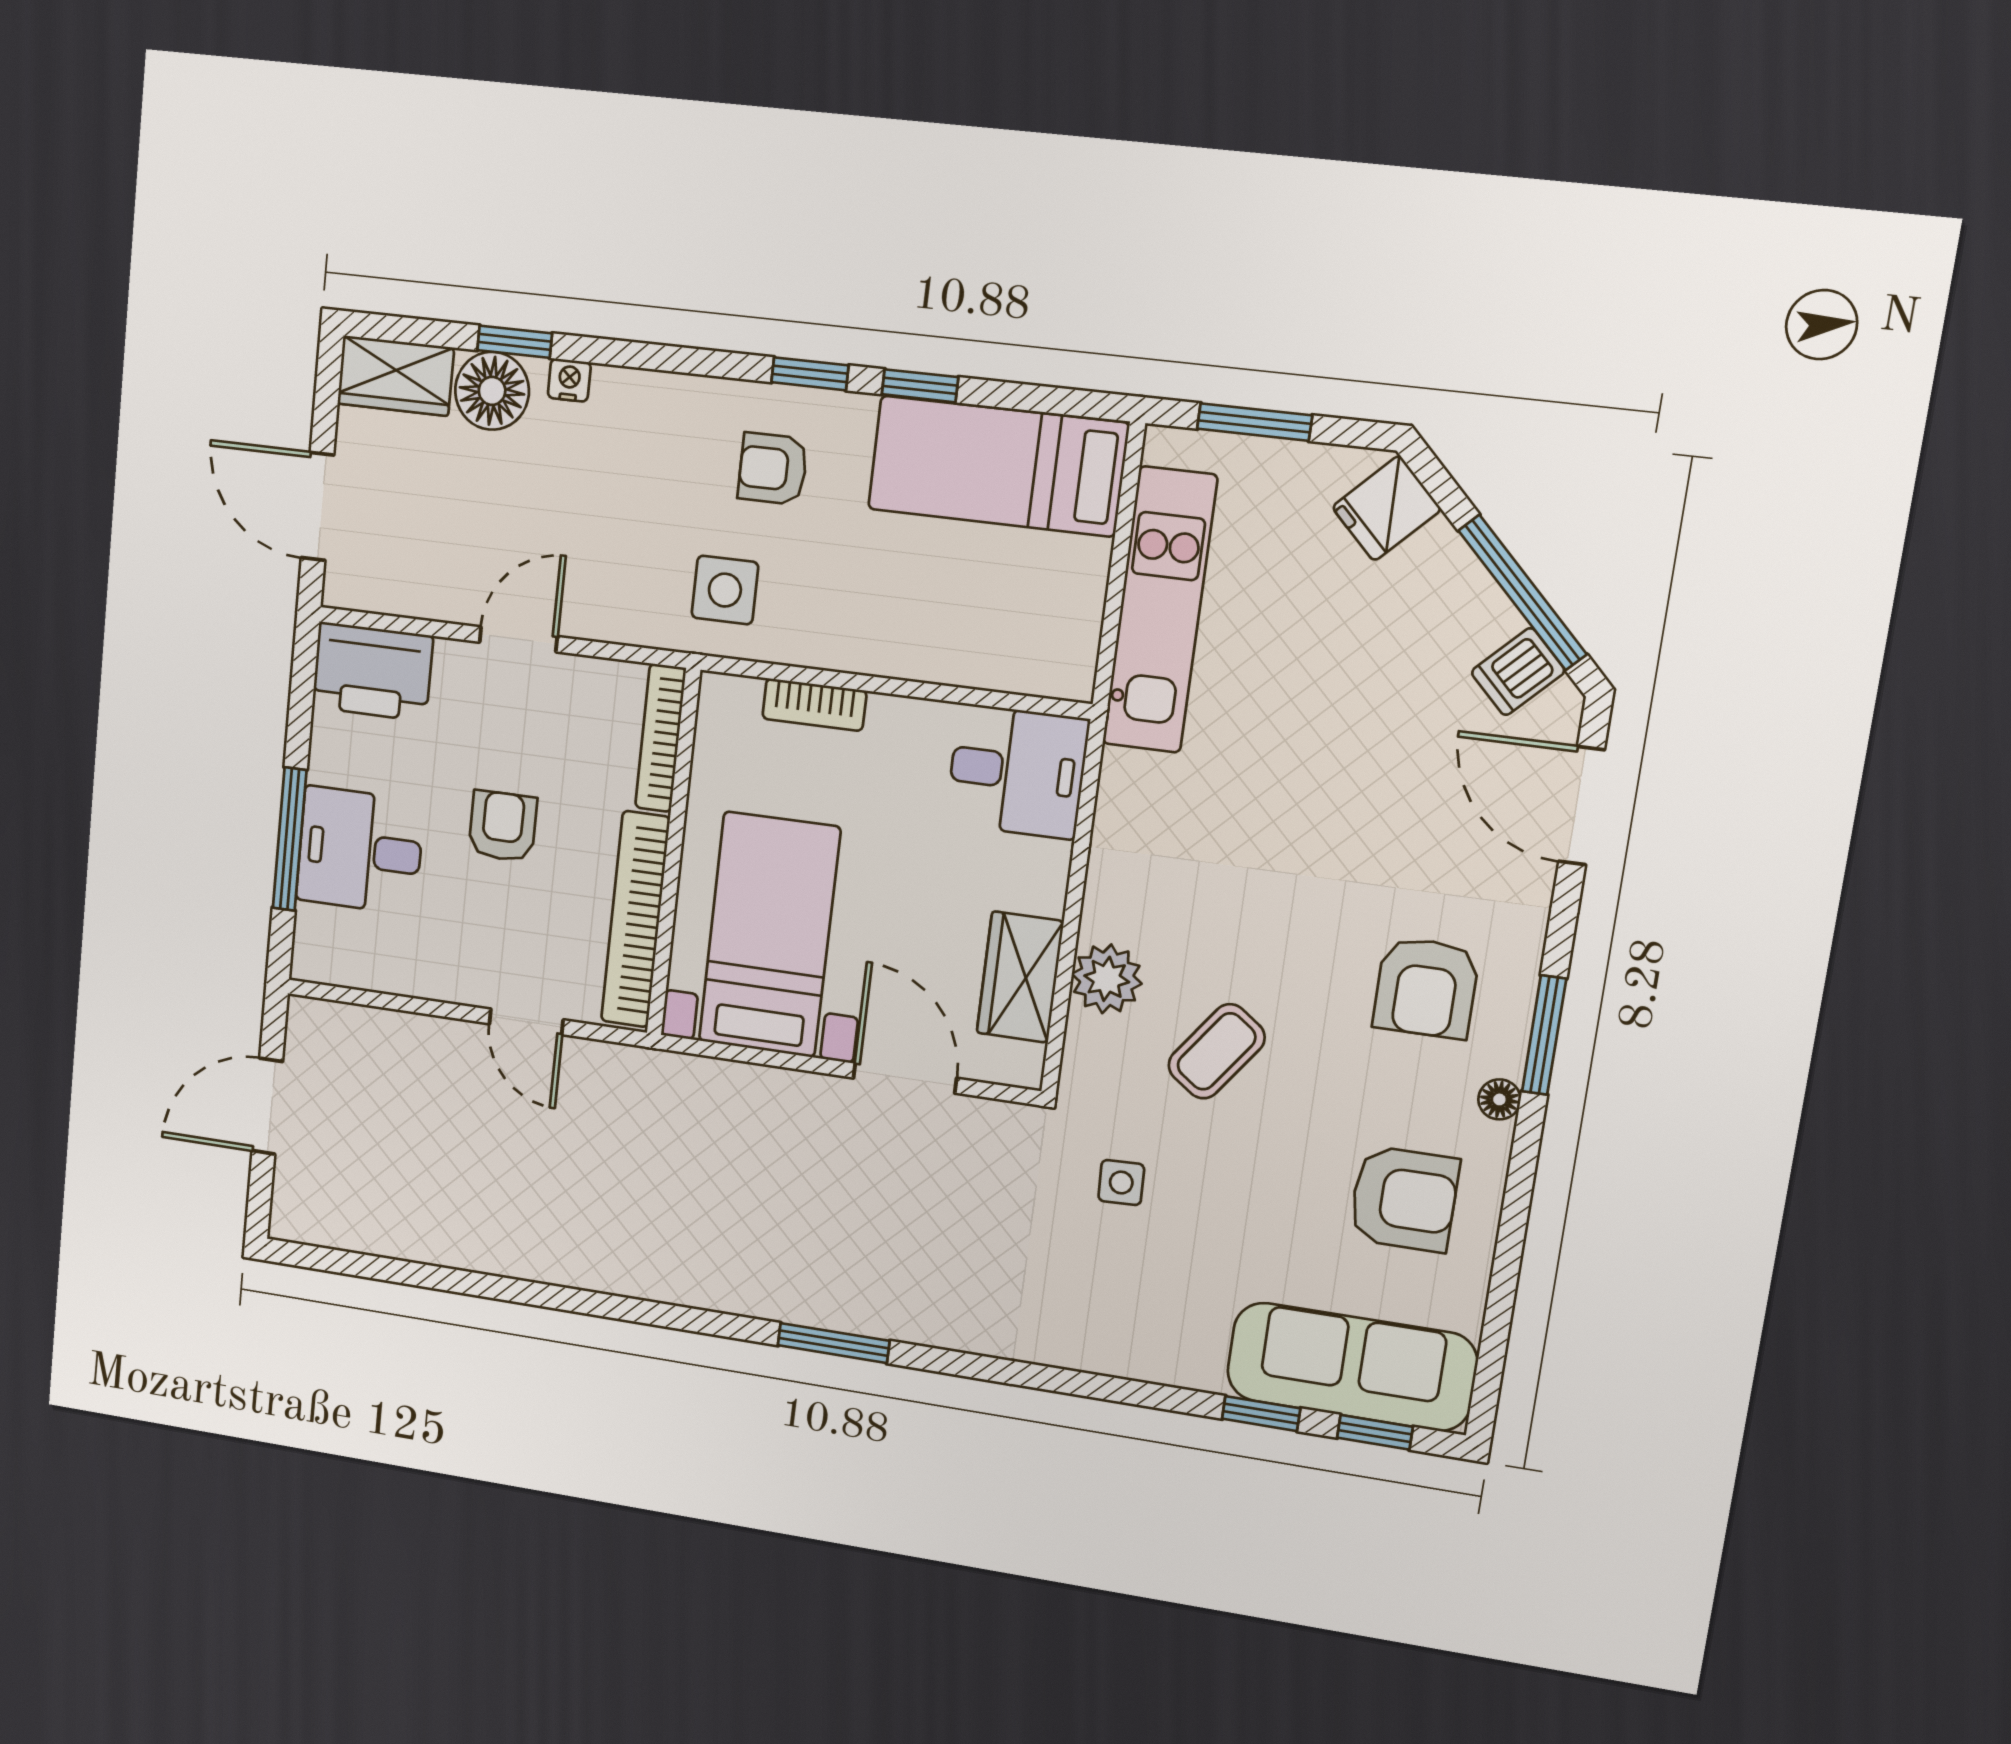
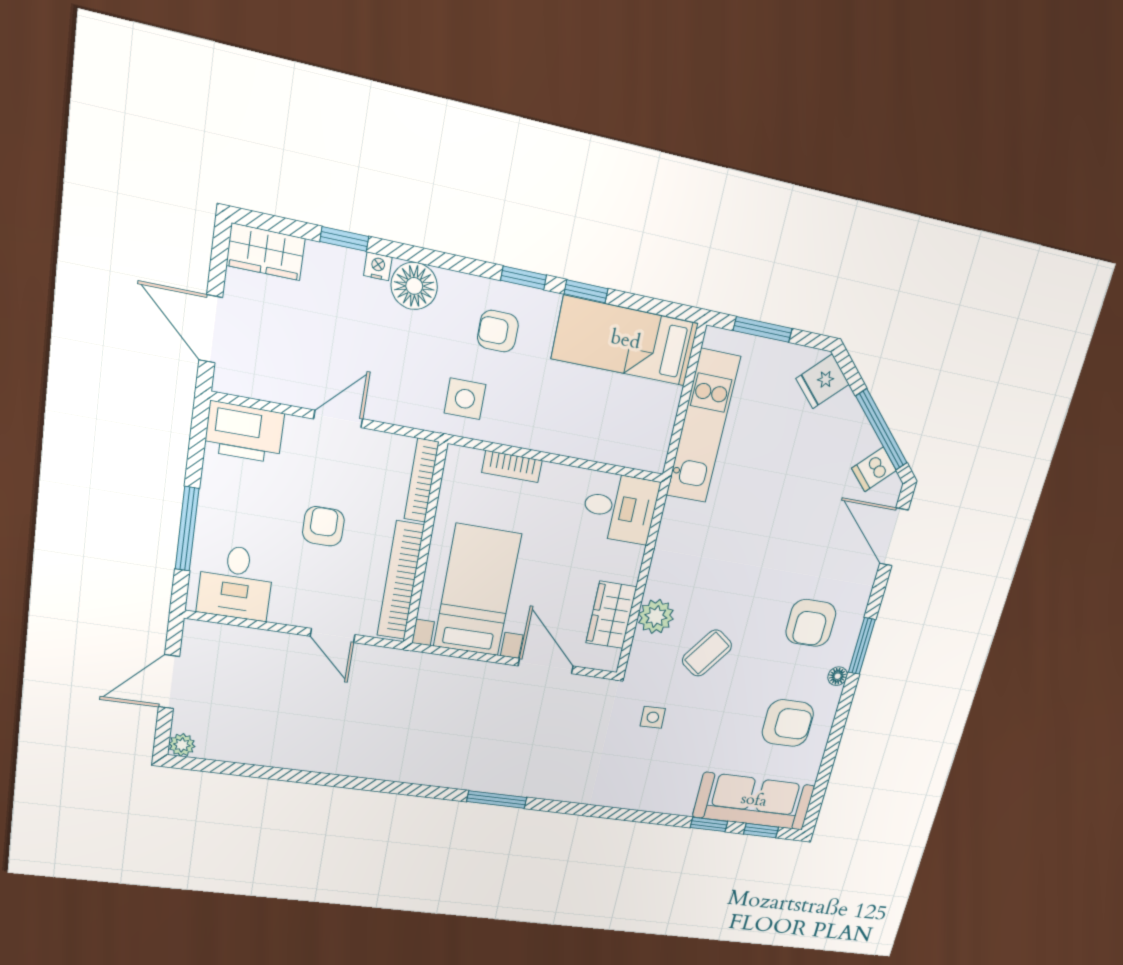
floor lamp: (492, 391) -> (414, 286), moved
desk: (360, 850) -> (236, 582), moved, turned -90
plant: (290, 1221) -> (182, 745), added

